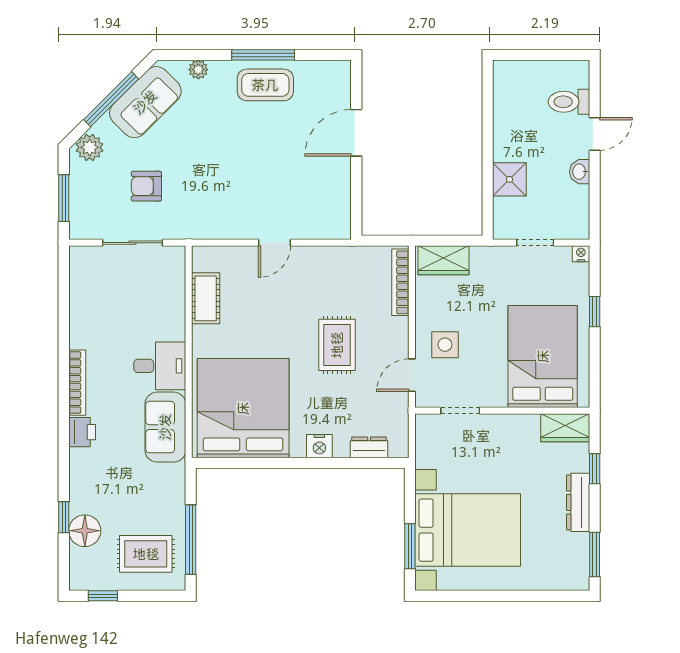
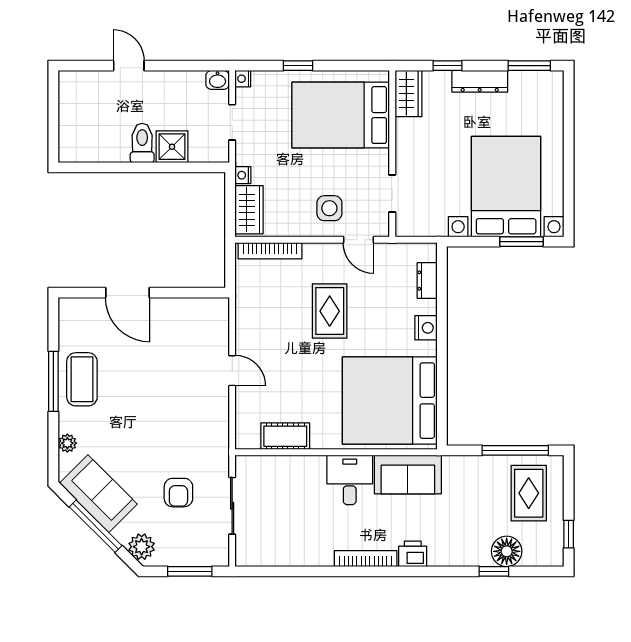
toilet: (569, 102) -> (142, 143), moved, turned 180
washbasin: (580, 172) -> (218, 80), moved
nightstand: (480, 254) -> (243, 175), added
rug: (337, 345) -> (330, 311), turned 90

